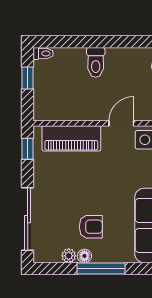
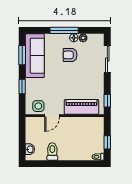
toilet: (96, 62) -> (52, 152), moved
sliding door: (28, 219) -> (107, 59), width x0.73

